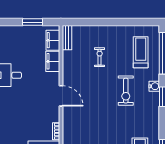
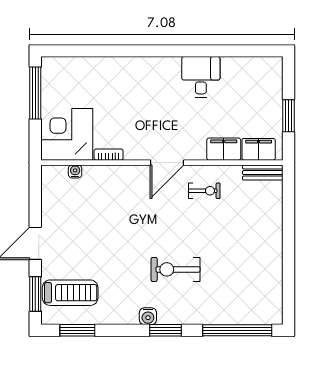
treadmill: (141, 52) -> (239, 294), removed
exercise bike: (100, 57) -> (204, 191), moved
water cooler: (154, 86) -> (148, 316), moved

